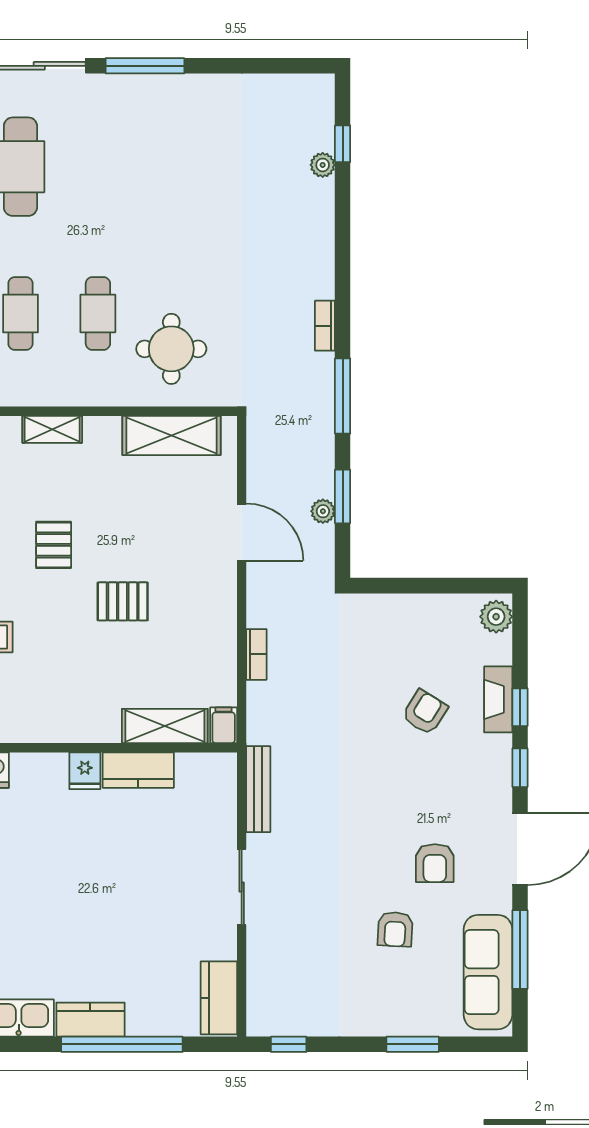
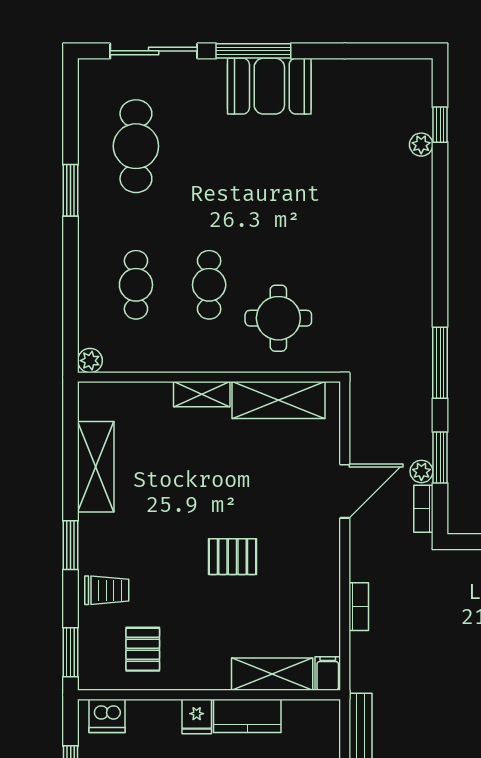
booth: (162, 103) -> (269, 86), added
bookcase: (325, 326) -> (423, 509), moved
shelving: (52, 429) -> (202, 394), moved
door: (242, 532) -> (345, 491), hinge flipped
pallet: (54, 545) -> (143, 649), moved

